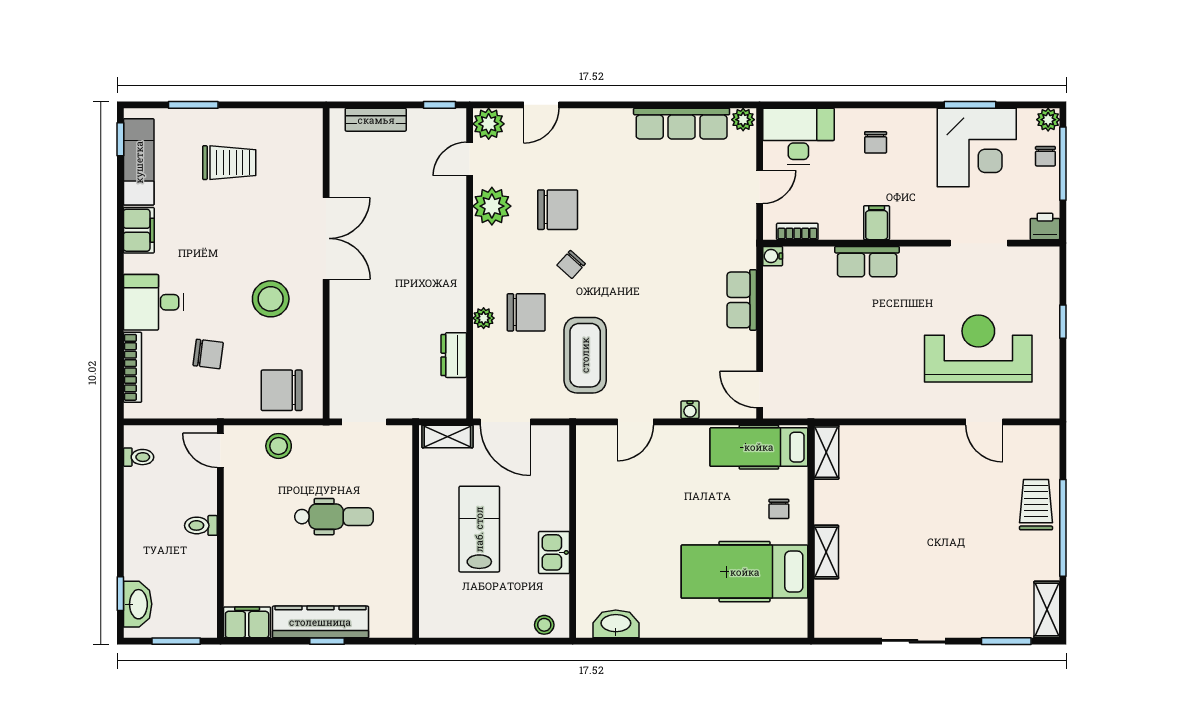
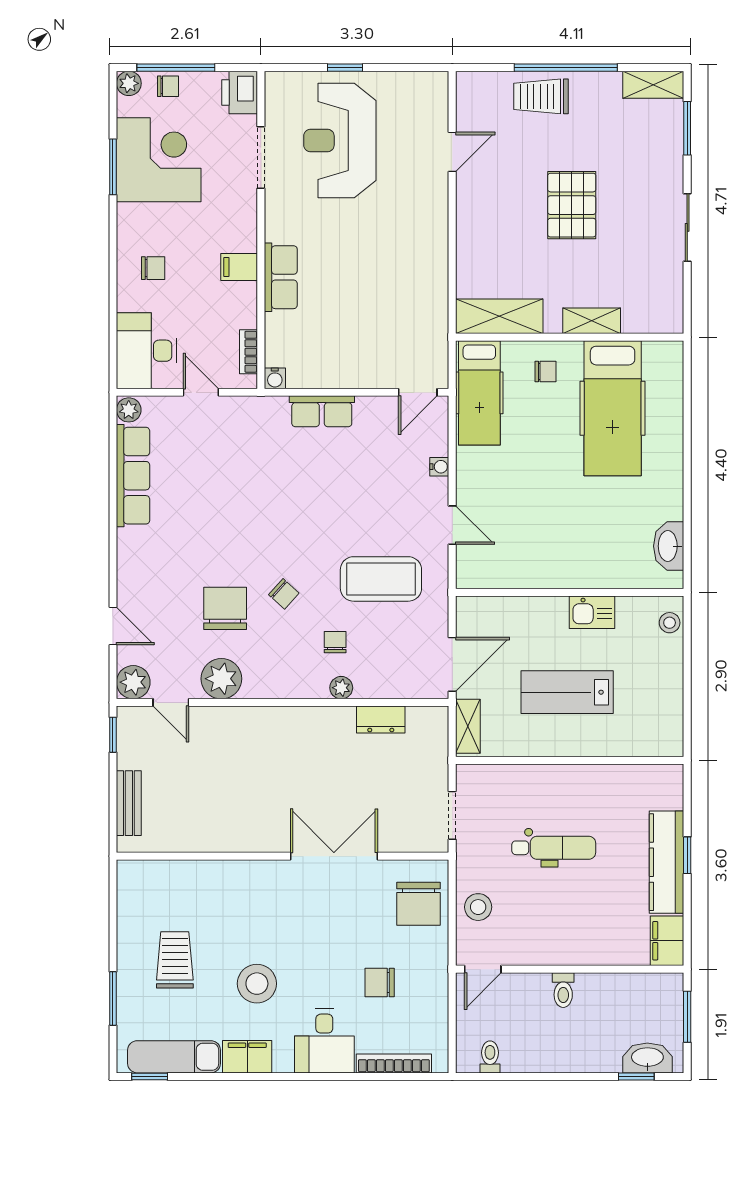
printer: (1045, 226) -> (240, 92), width x1.36, depth x1.24
double door: (326, 238) -> (334, 856), moved
stool: (271, 299) -> (257, 984), moved
chair: (526, 312) -> (335, 642), width x0.54, depth x0.54
reception desk: (978, 349) -> (340, 141), moved
chair: (208, 354) -> (380, 982), turned -97
shelving: (826, 452) -> (499, 316), width x1.50, depth x1.33
dental chair: (334, 517) -> (554, 848), turned 90
pallet: (934, 533) -> (572, 205), added

